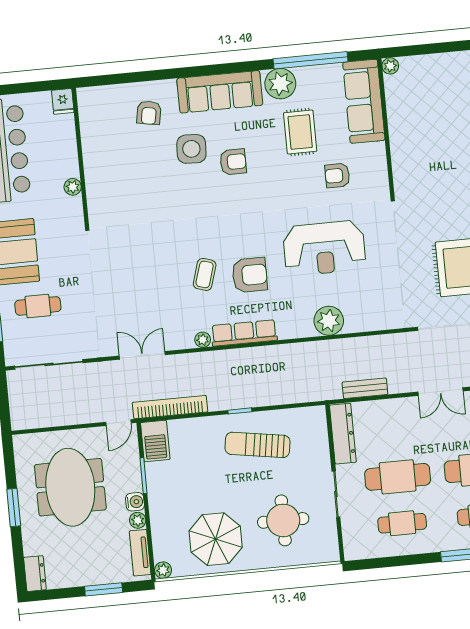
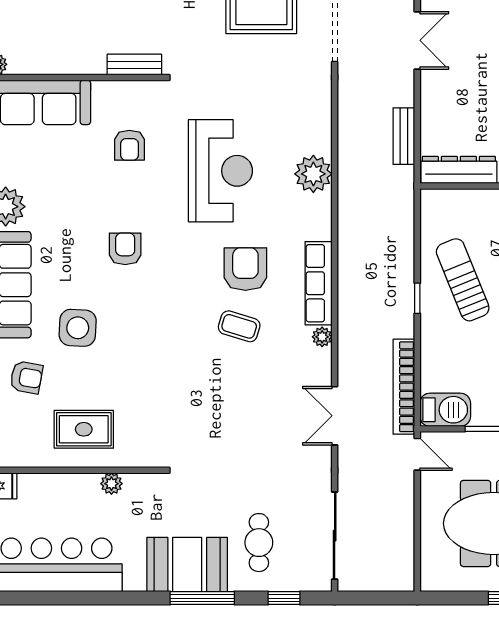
rug: (300, 132) -> (84, 429), moved
armchair: (233, 162) -> (125, 249), moved
bench: (400, 173) -> (134, 65), added
sun lounger: (258, 445) -> (463, 280), turned 149

